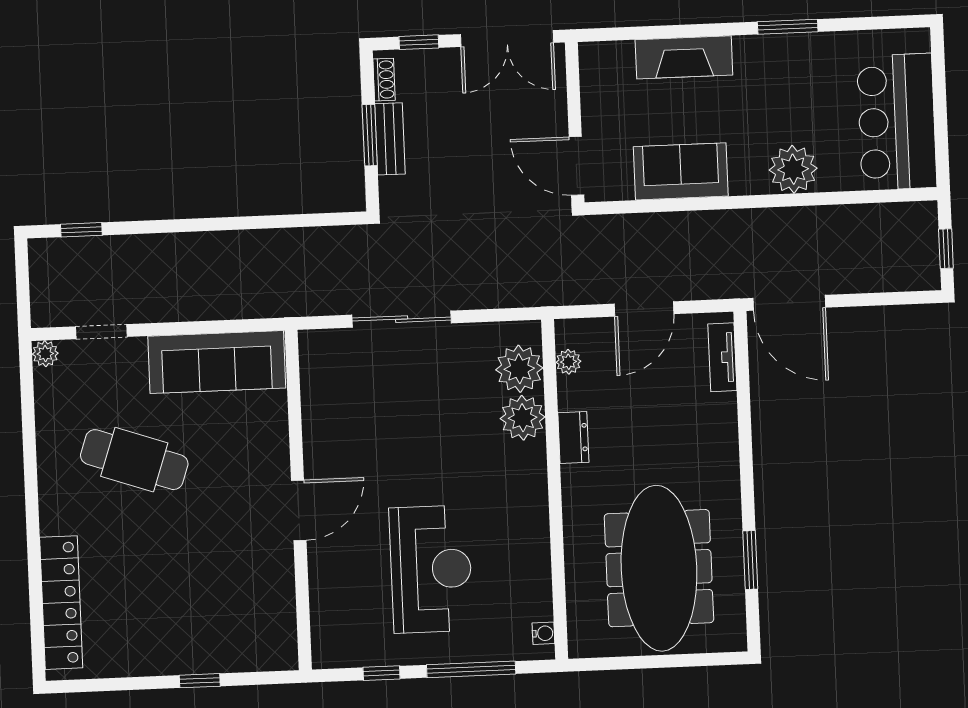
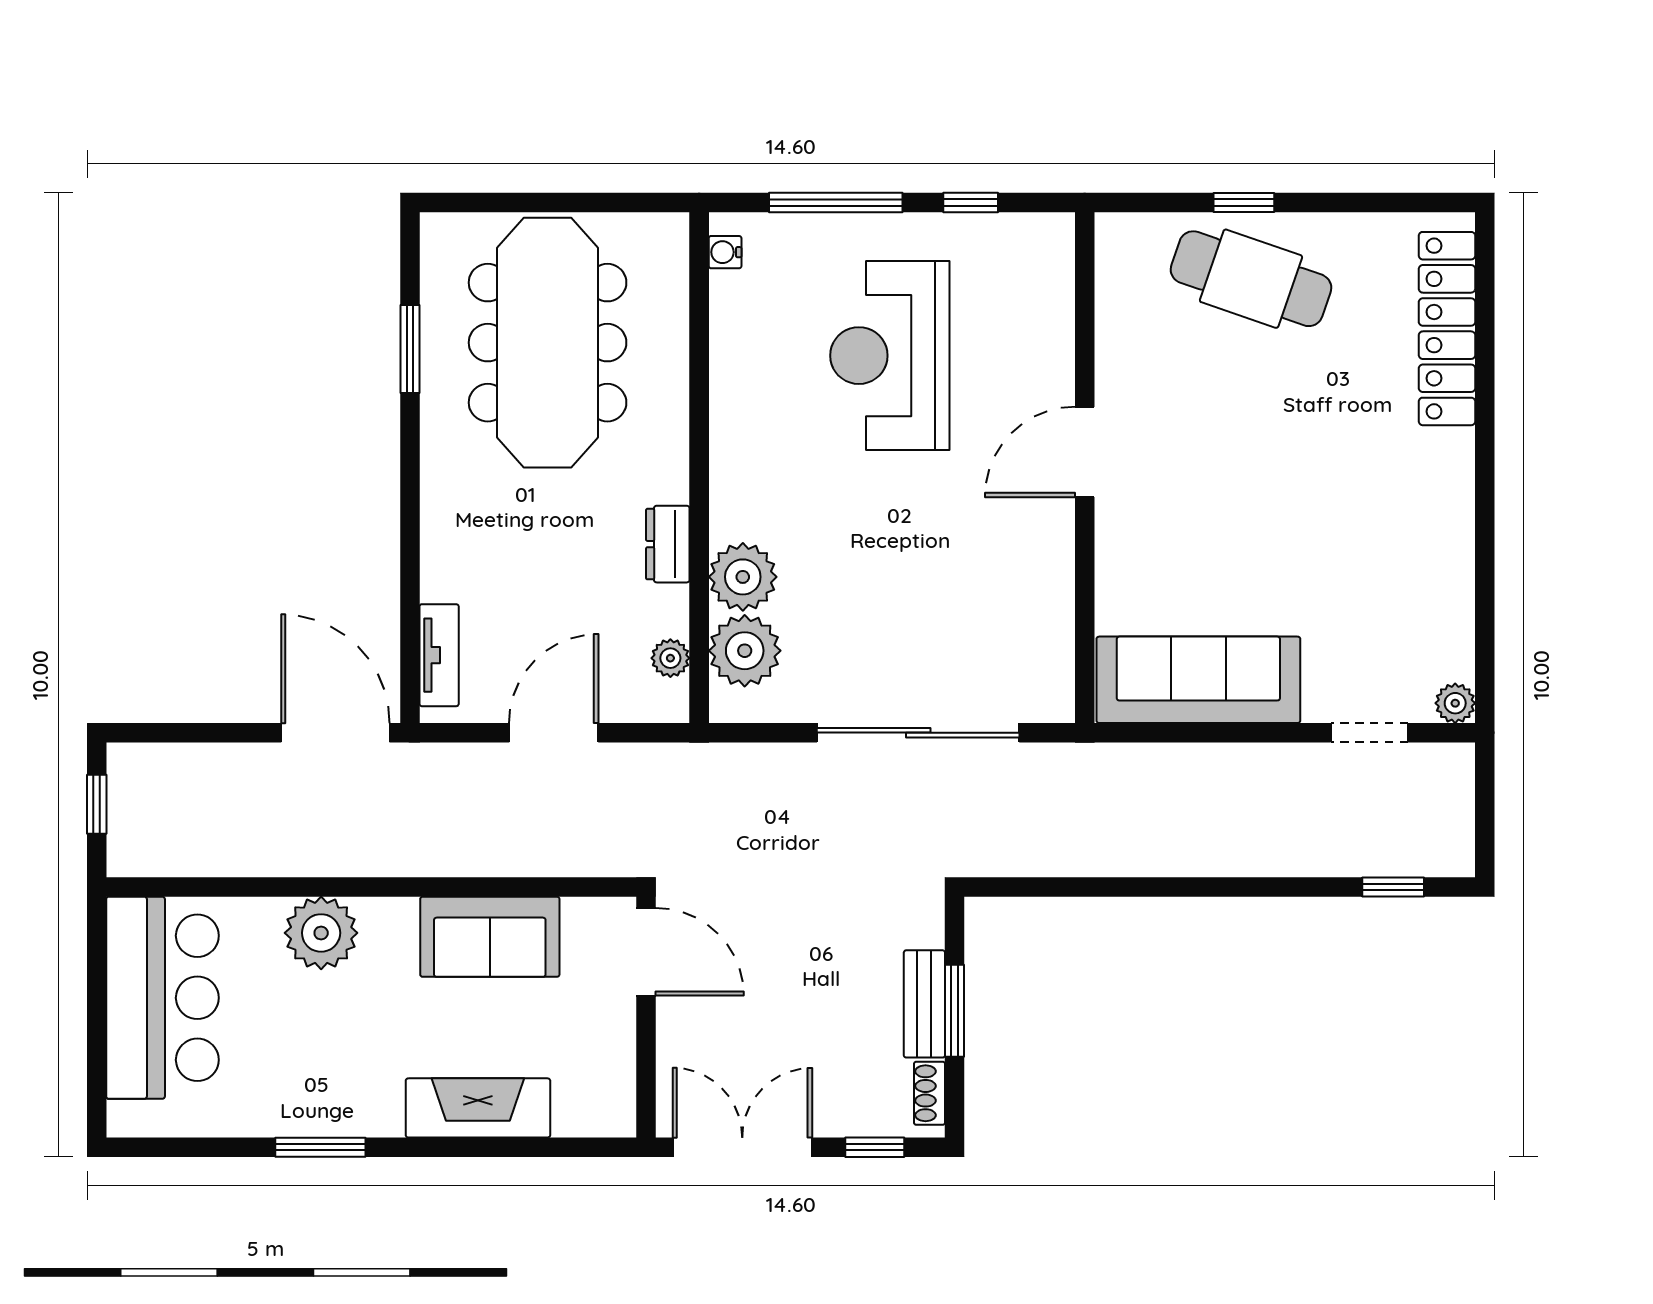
sliding door: (402, 319) -> (918, 733), width x1.36
cafe table: (134, 460) -> (1251, 279), moved

